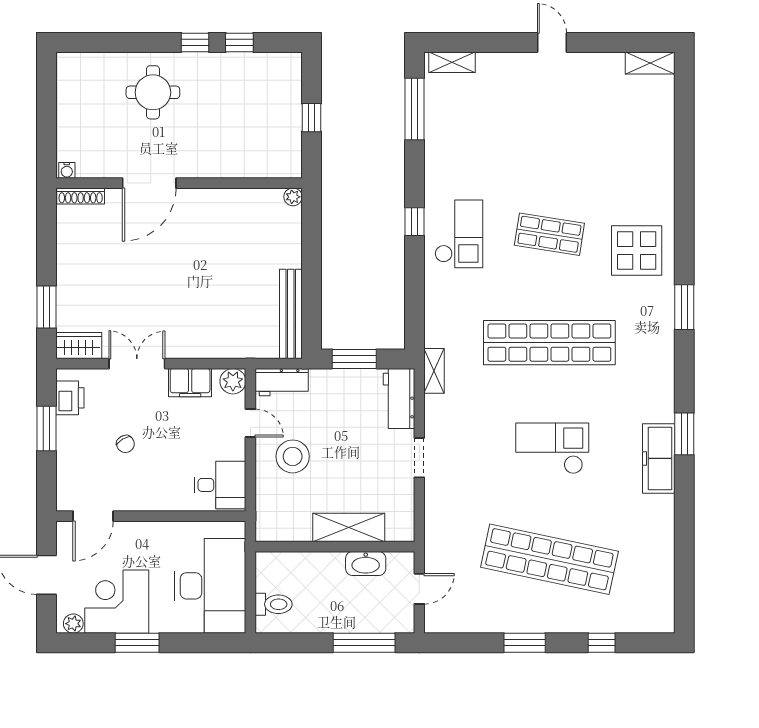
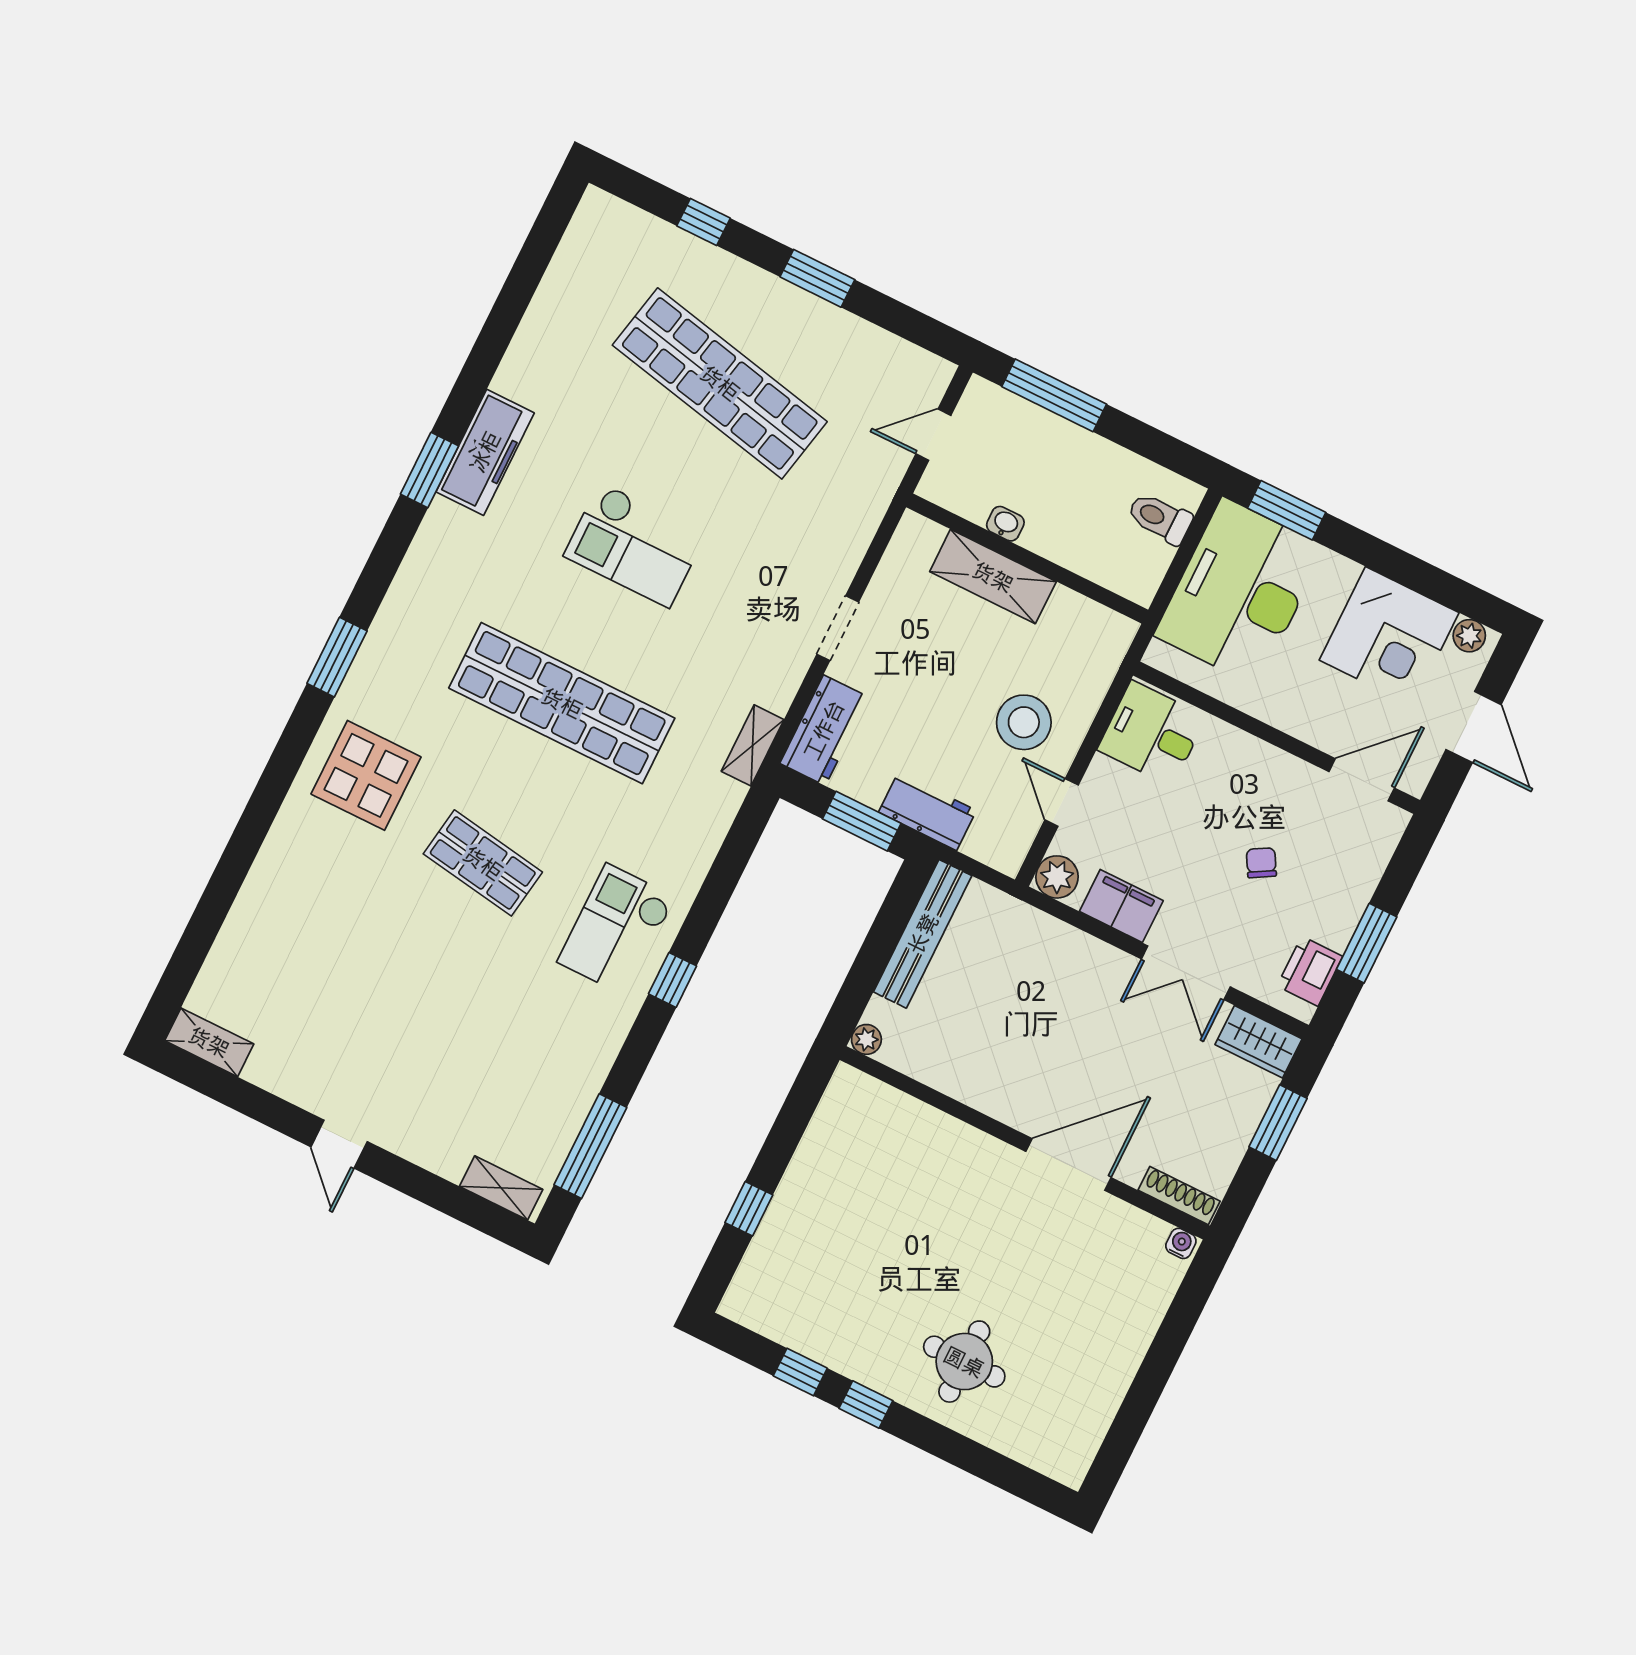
water cooler: (67, 170) -> (1181, 1243), moved
door: (149, 183) -> (1068, 1164), moved
wall: (179, 183) -> (1025, 1143), moved
shoe rack: (81, 196) -> (1179, 1196), moved
plant: (293, 197) -> (866, 1039), moved
workbench: (282, 382) -> (927, 811), moved
washbasin: (366, 563) -> (1005, 524), width x0.52, depth x0.69
window: (137, 643) -> (1287, 510), moved

